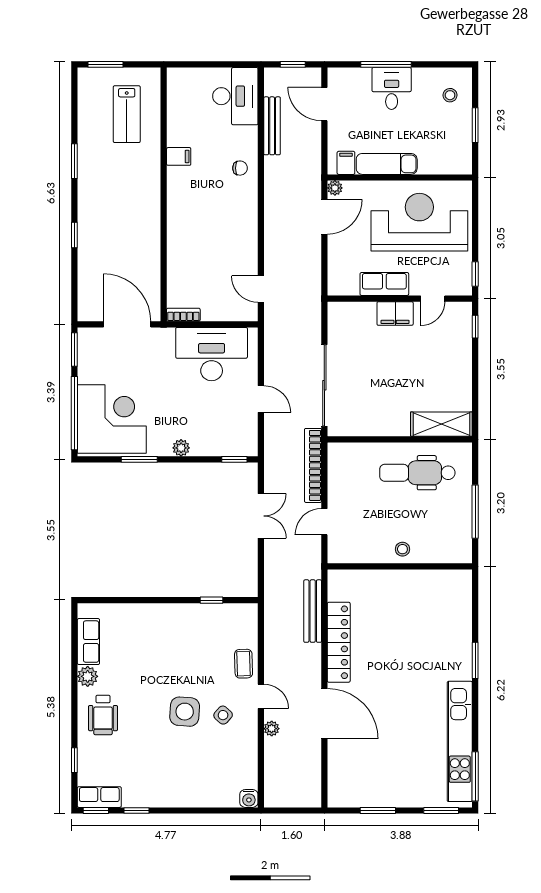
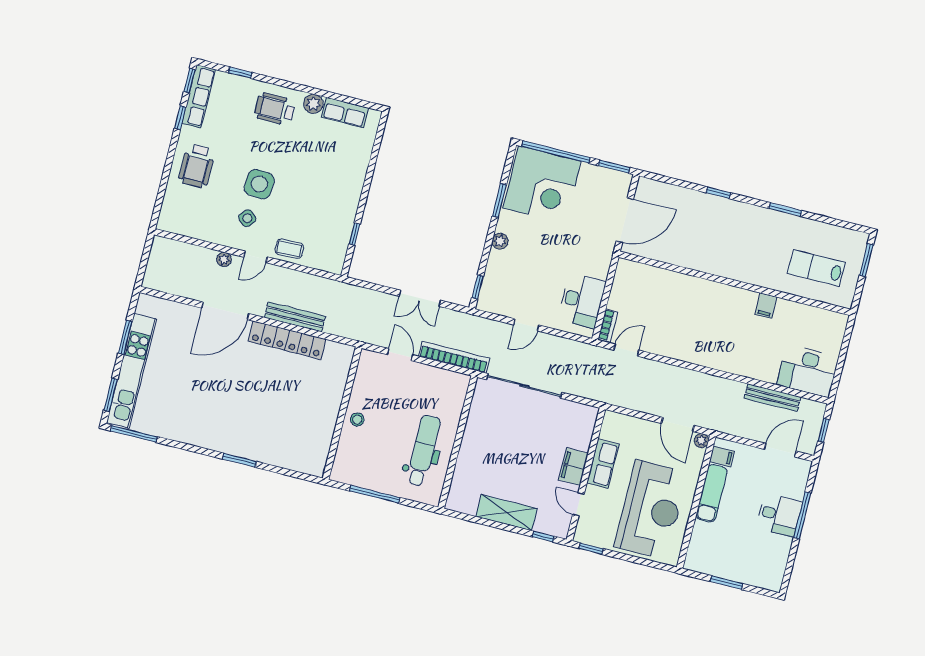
stool: (450, 95) -> (760, 567), removed
chair: (240, 168) -> (741, 359), removed
bookcase: (183, 315) -> (608, 325), moved
desk: (212, 354) -> (582, 300), width x0.73, depth x0.77
shelving: (441, 424) -> (507, 513), moved, turned 90
bench: (313, 611) -> (295, 317), moved
kitchen unit: (460, 741) -> (132, 371), moved, turned 90
wheelchair: (182, 781) -> (197, 166), added
row of seats: (99, 797) -> (199, 96), width x1.48
water cooler: (249, 798) -> (165, 223), removed

